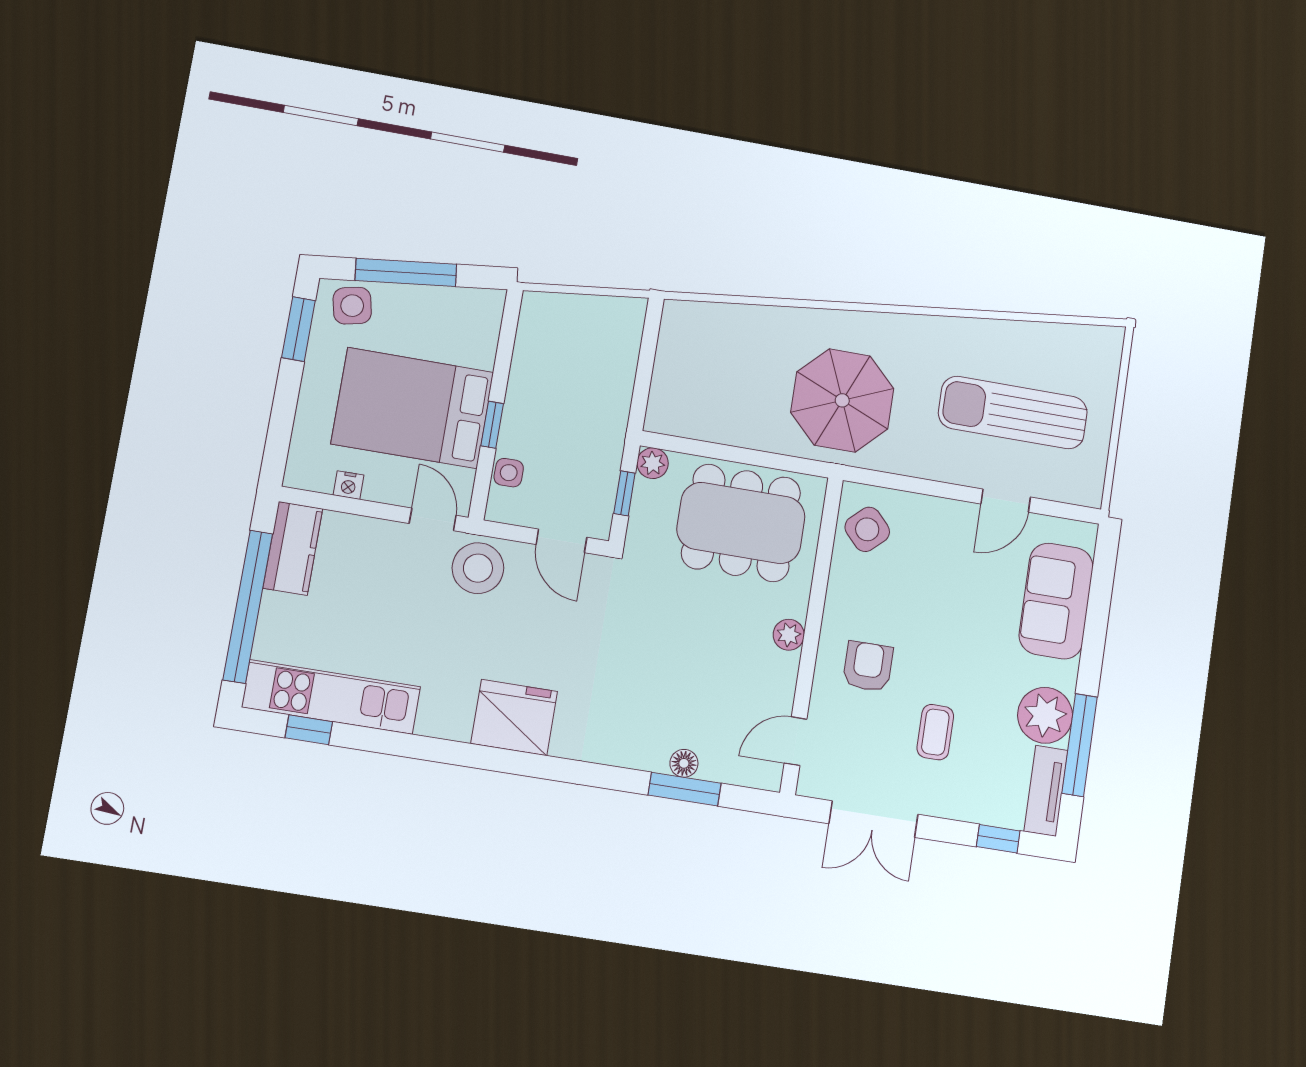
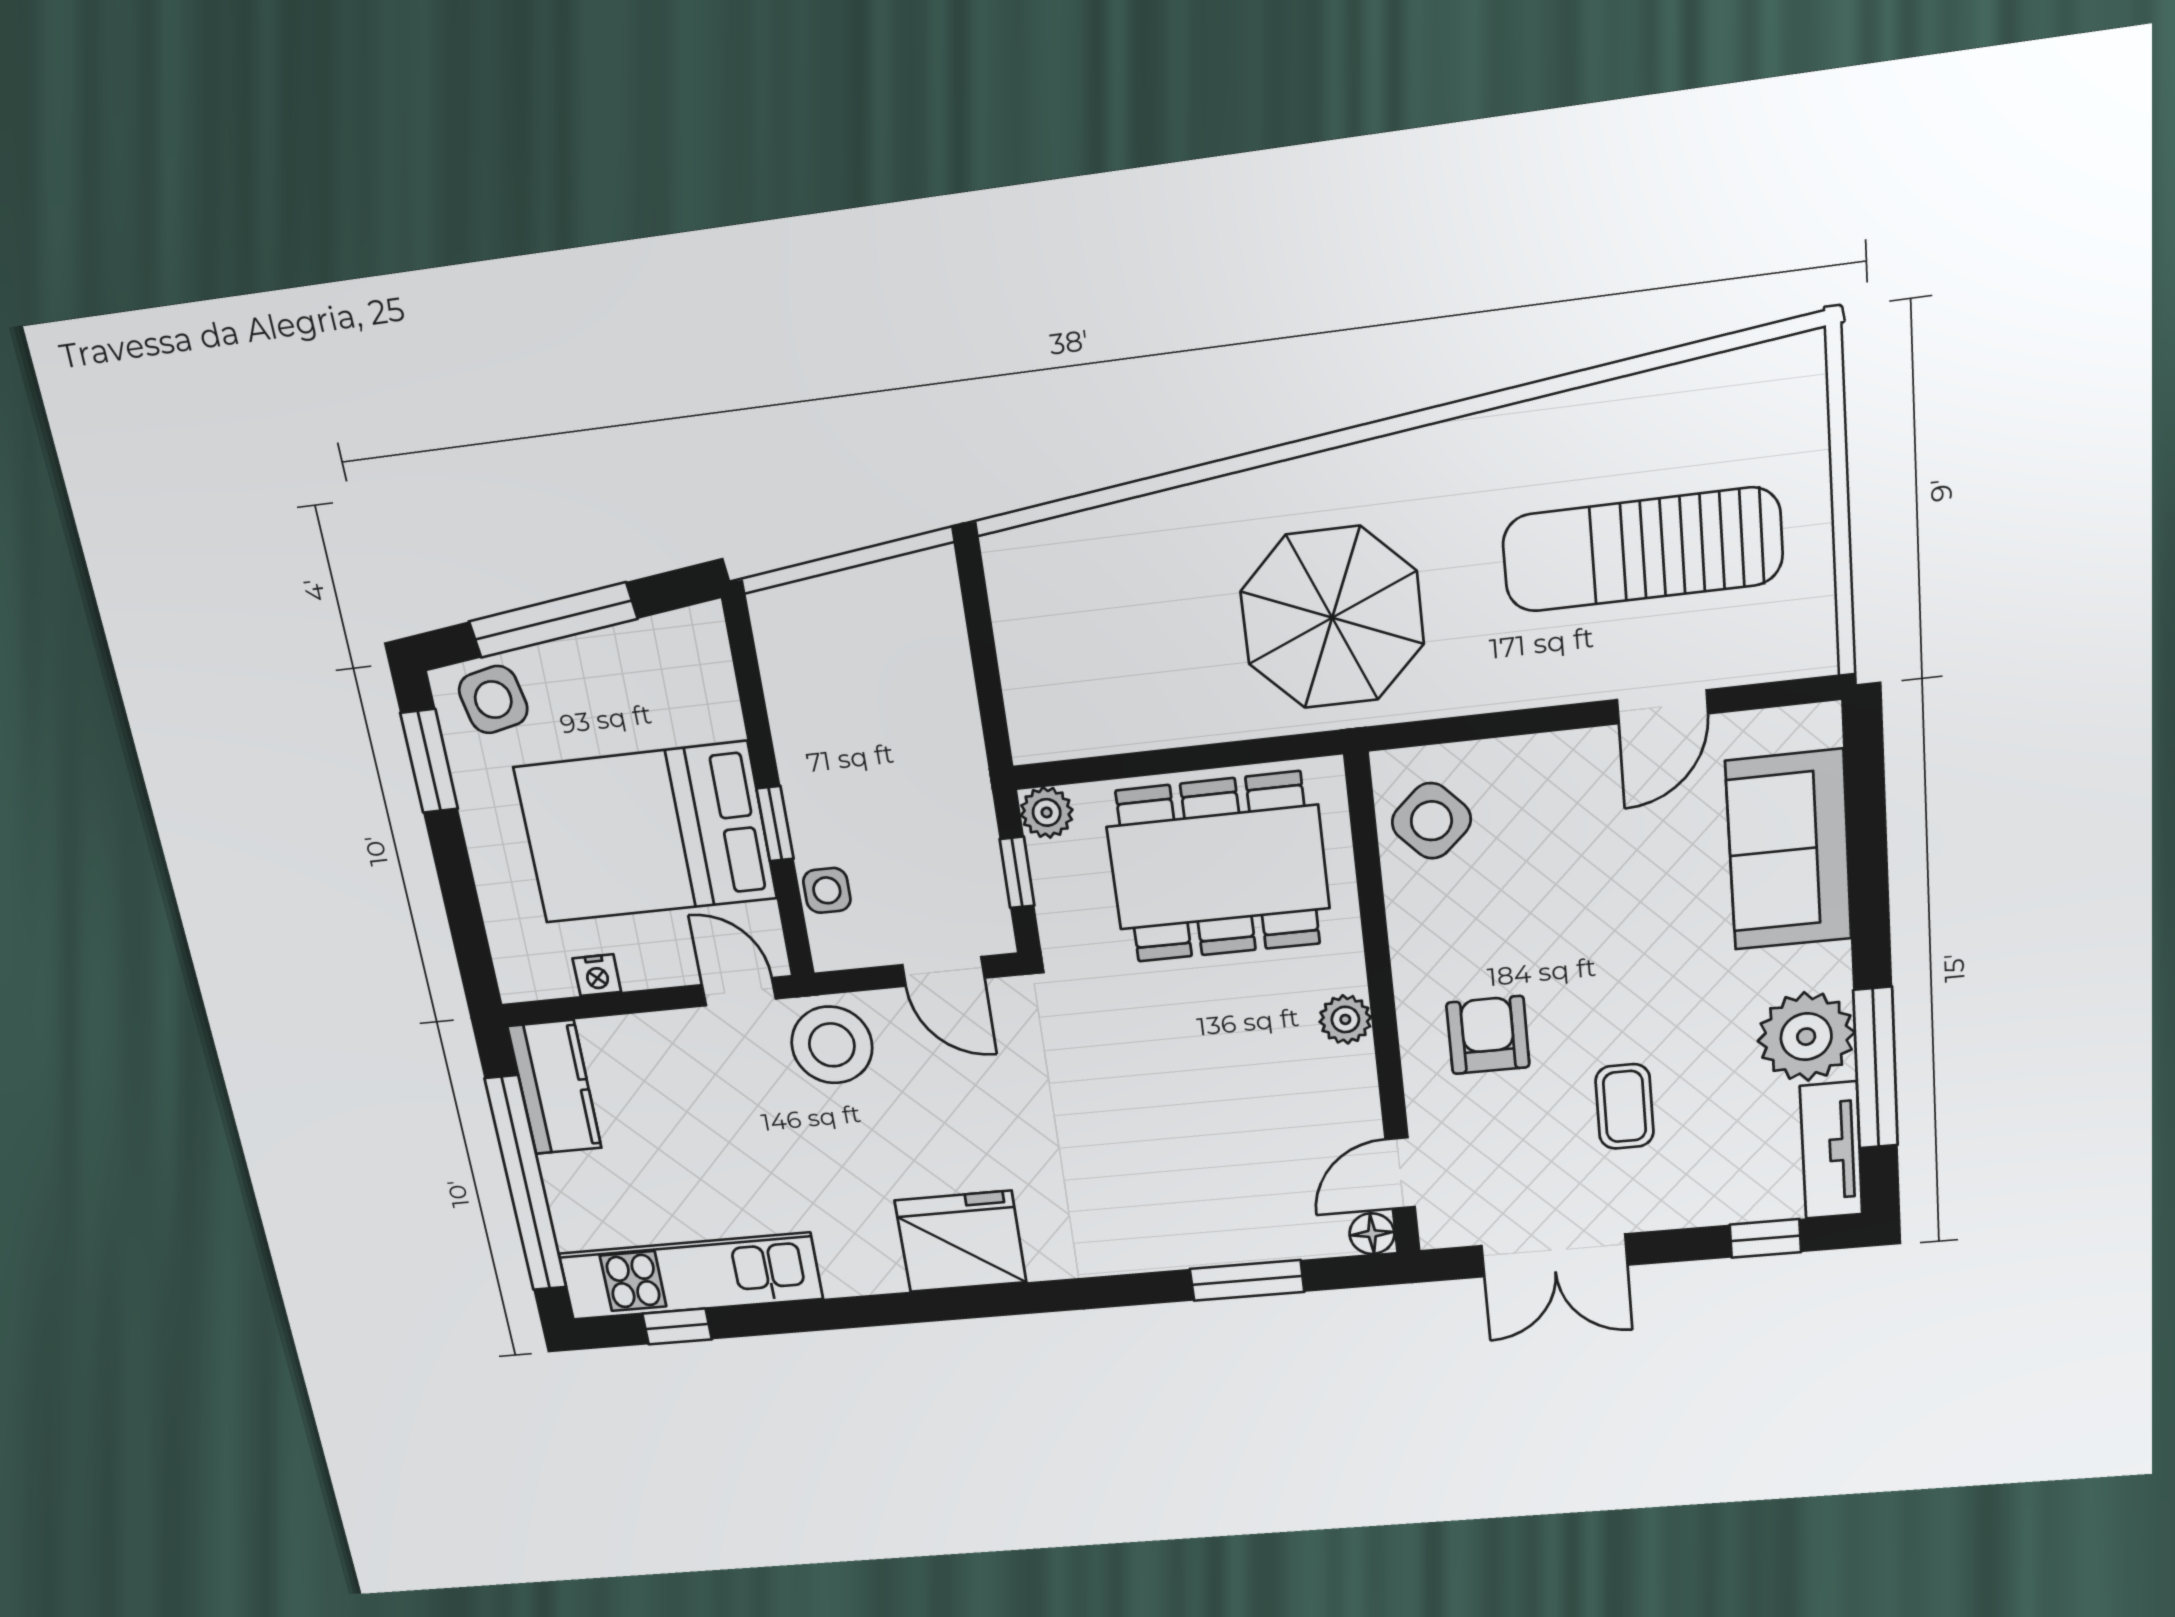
floor lamp: (684, 763) -> (1372, 1234), moved

